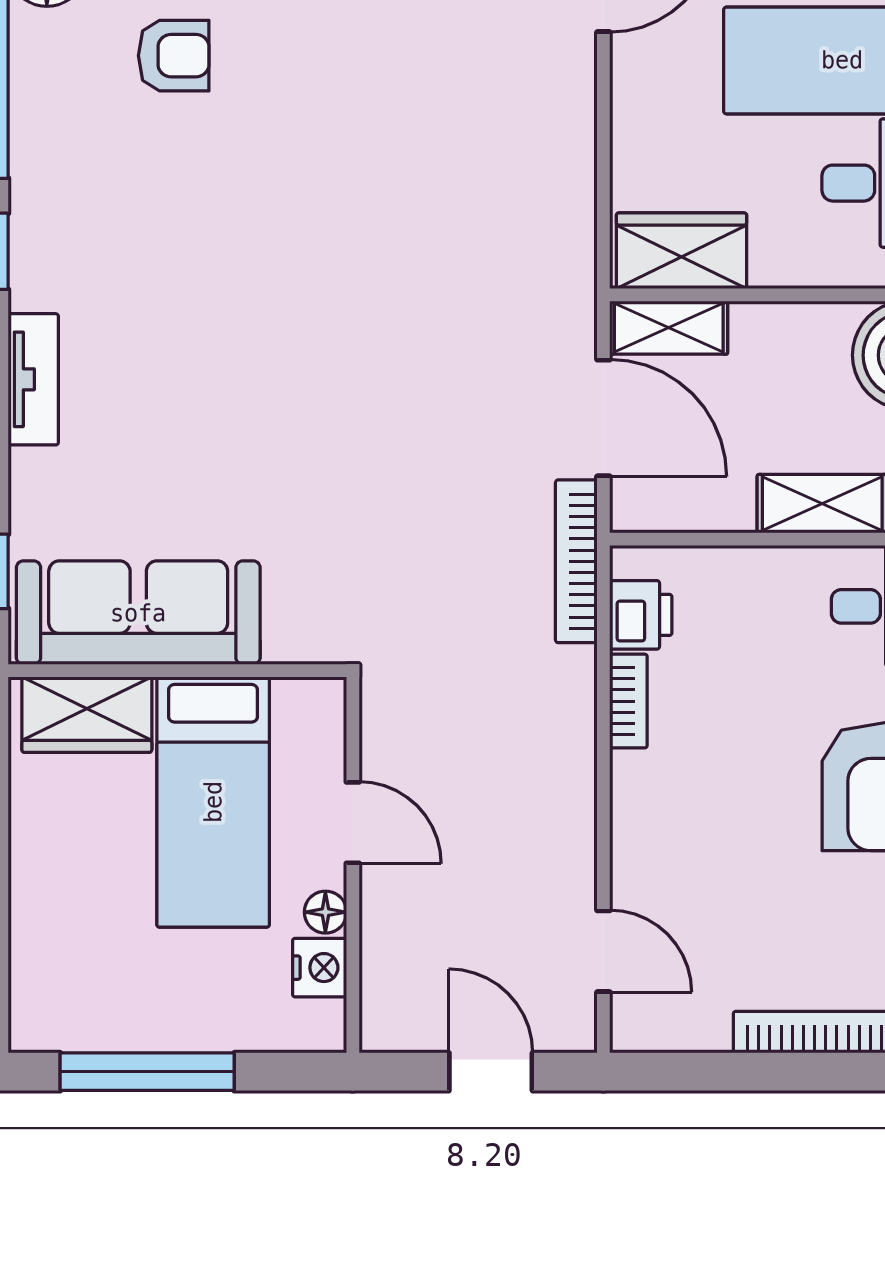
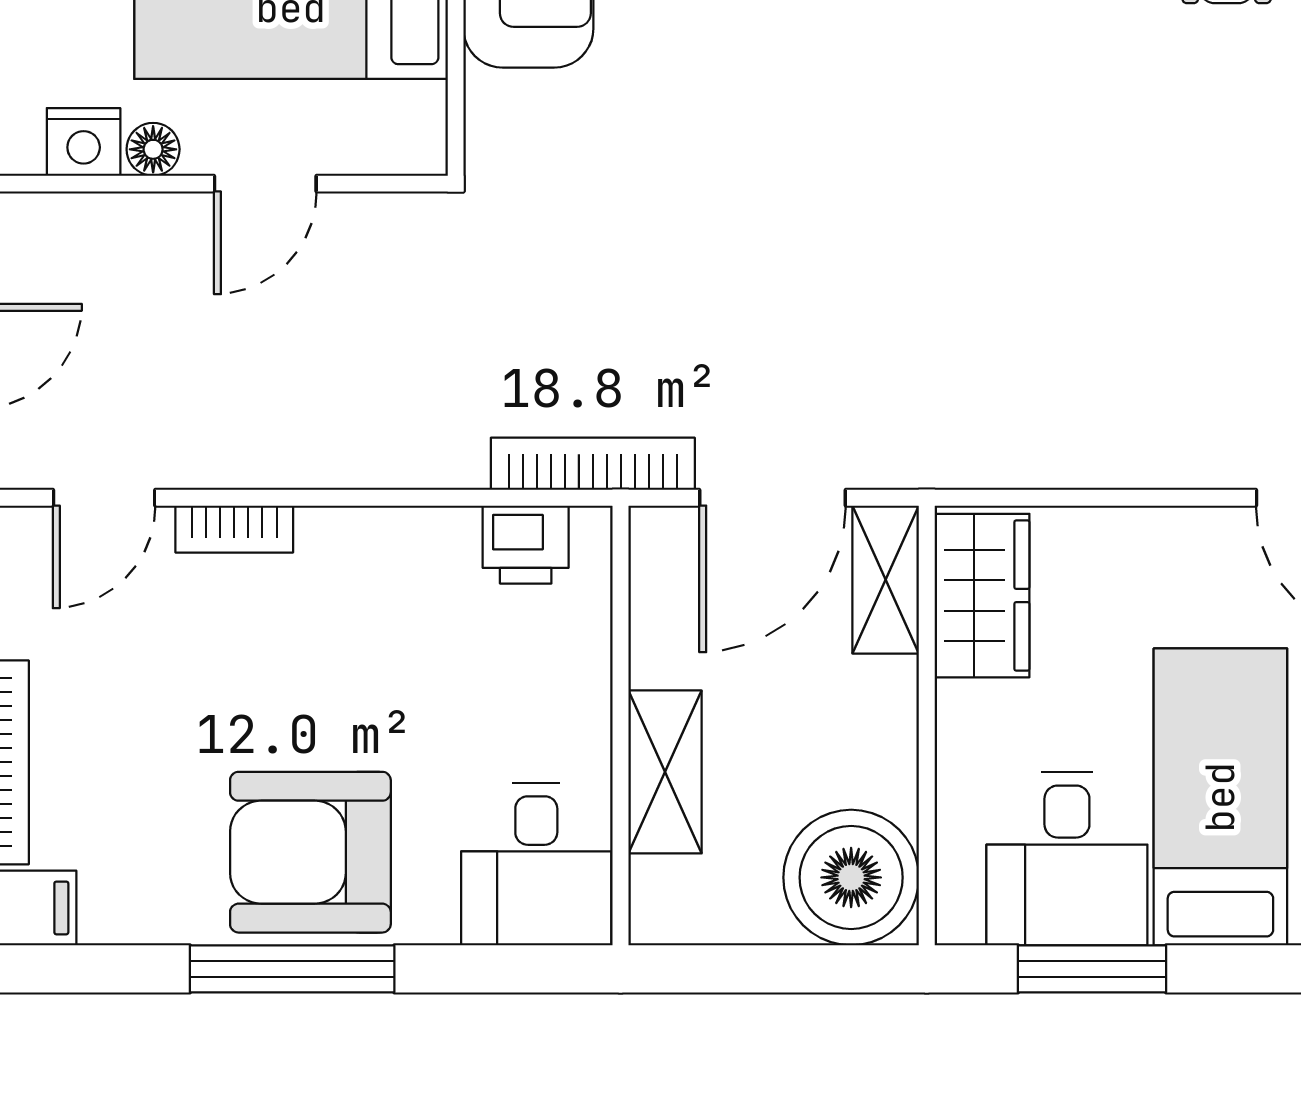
bookcase: (628, 701) -> (234, 529), moved

